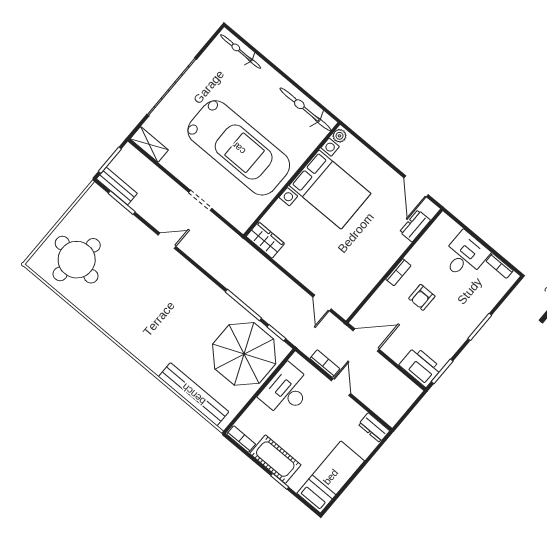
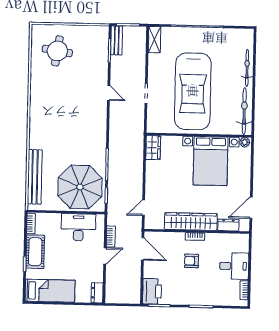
bicycle: (241, 52) -> (247, 68), moved
round table: (77, 260) -> (57, 51), width x0.73, depth x0.73
wardrobe: (378, 264) -> (191, 222), added

